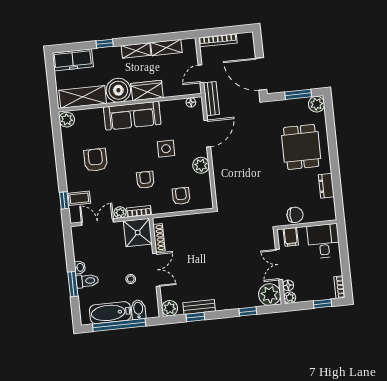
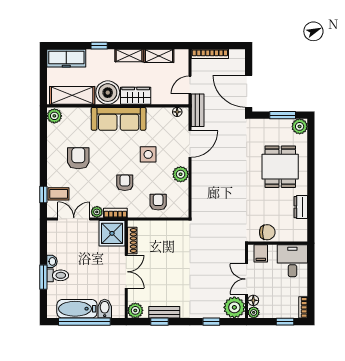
stool: (131, 279) -> (100, 278), removed

